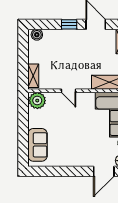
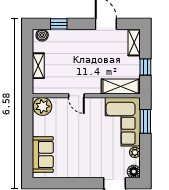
window: (69, 24) -> (59, 24), moved
shelving: (33, 76) -> (38, 66), moved

